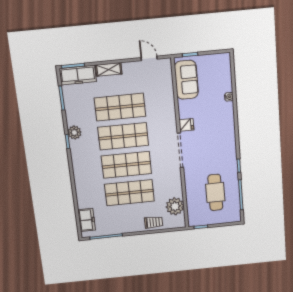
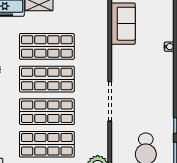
fridge: (186, 125) -> (119, 73), removed

